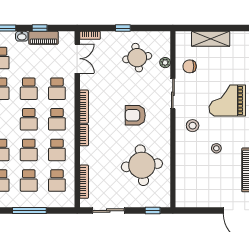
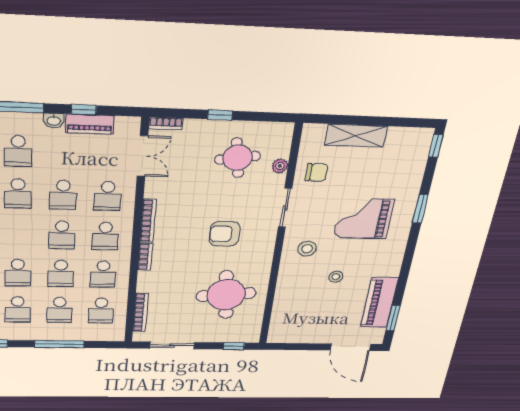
chair: (190, 66) -> (317, 172), turned 180

